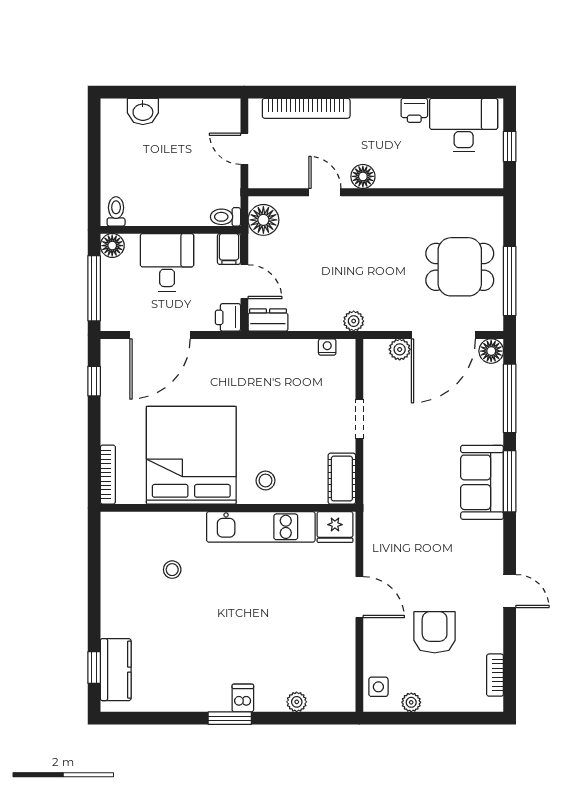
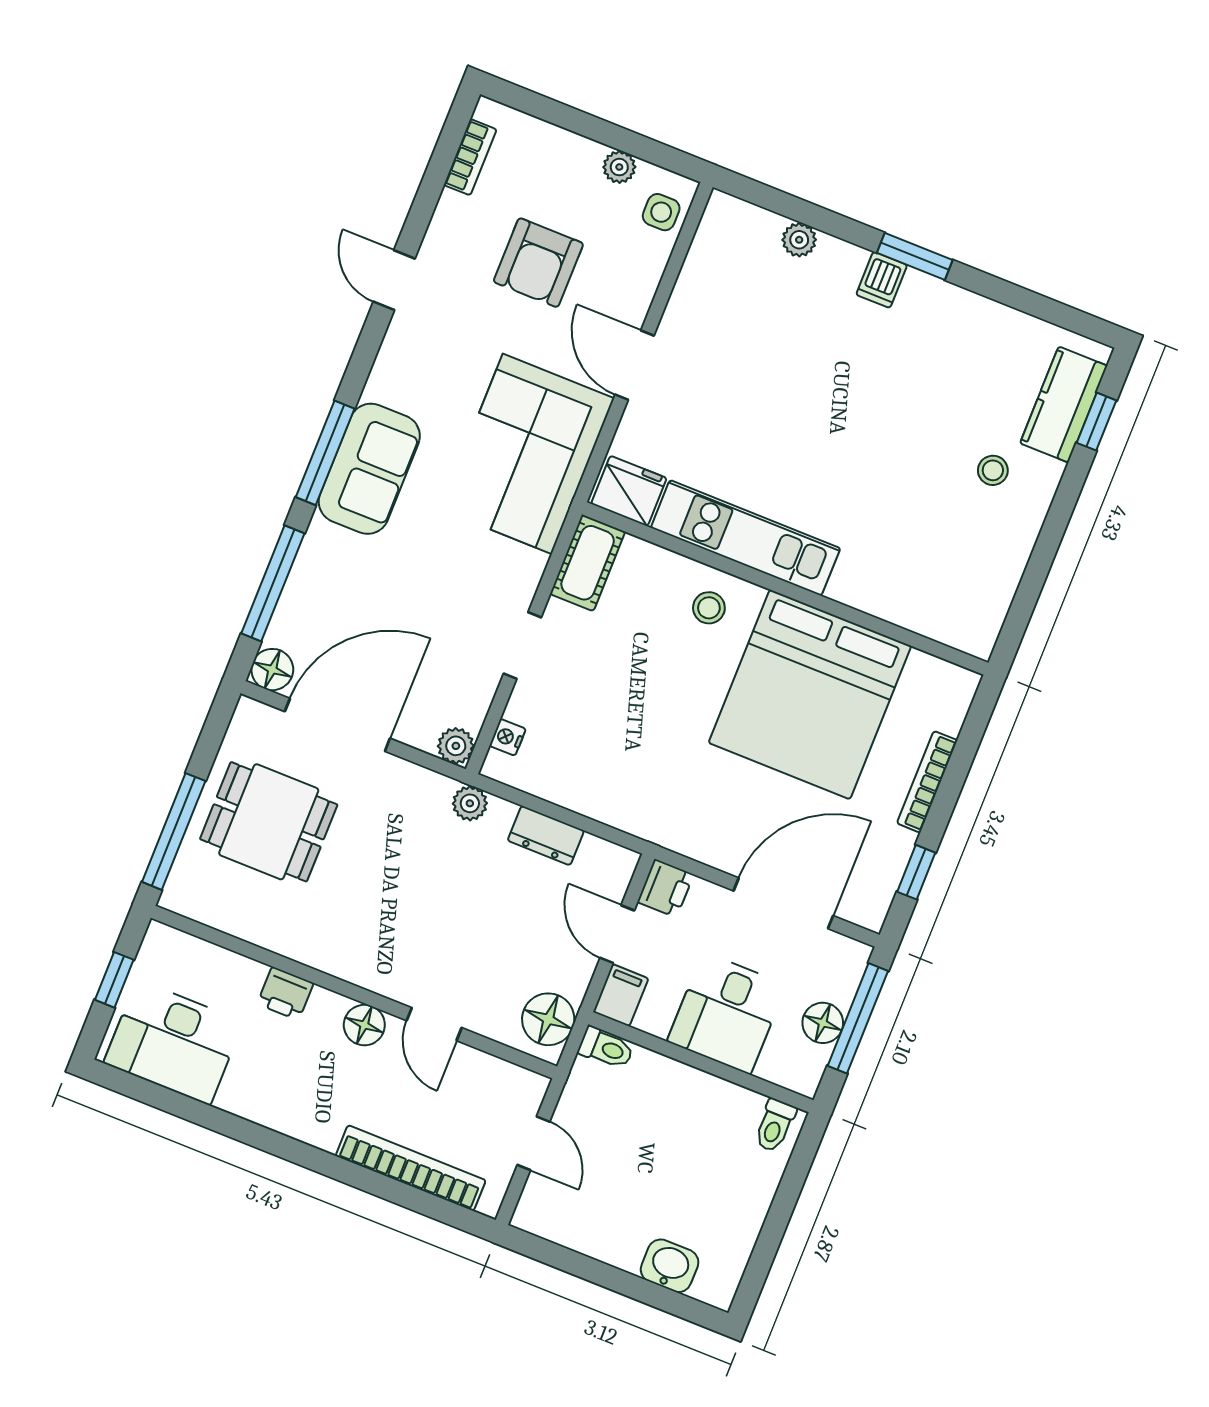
printer: (414, 110) -> (285, 993), moved, turned 180
floor lamp: (112, 246) -> (823, 1023), moved
window: (510, 281) -> (174, 831), moved
dresser: (268, 320) -> (546, 836), moved
nightstand: (327, 347) -> (508, 737), moved, turned 90
plant: (400, 349) -> (456, 746), moved
bookcase: (108, 475) -> (927, 782), moved
corner sofa: (399, 525) -> (527, 454), added
stool: (172, 570) -> (993, 470), moved

